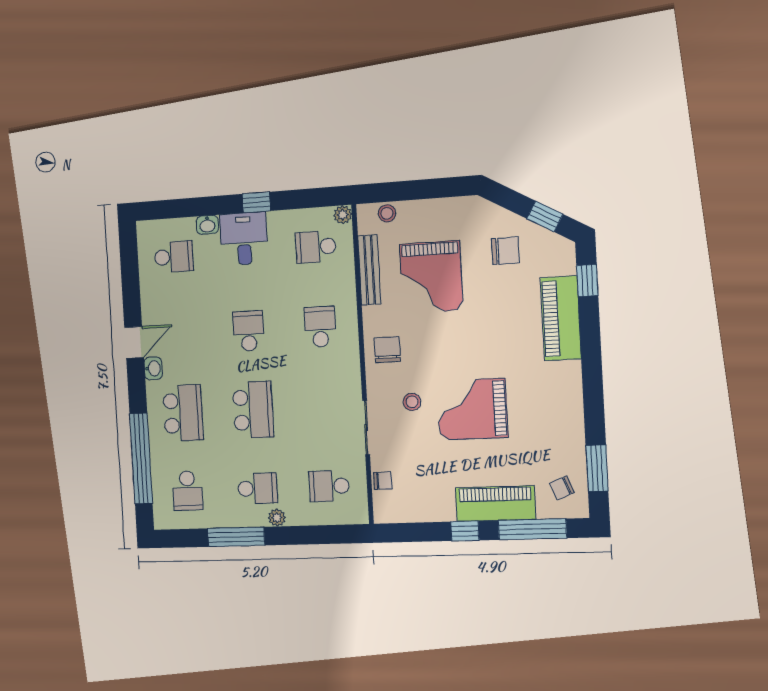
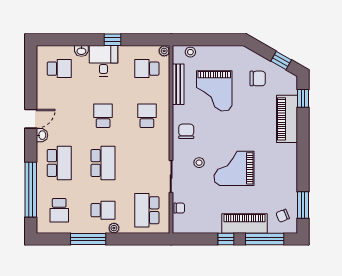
school desk: (329, 486) -> (147, 210), width x1.85

